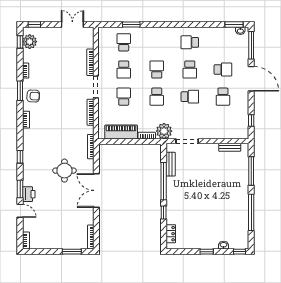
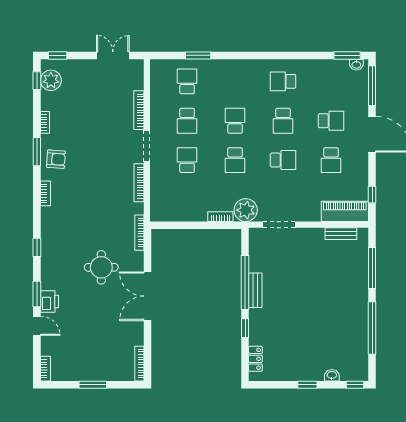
piano: (121, 132) -> (345, 211), moved
bench: (171, 164) -> (255, 290), moved
window: (72, 252) -> (93, 385), moved

